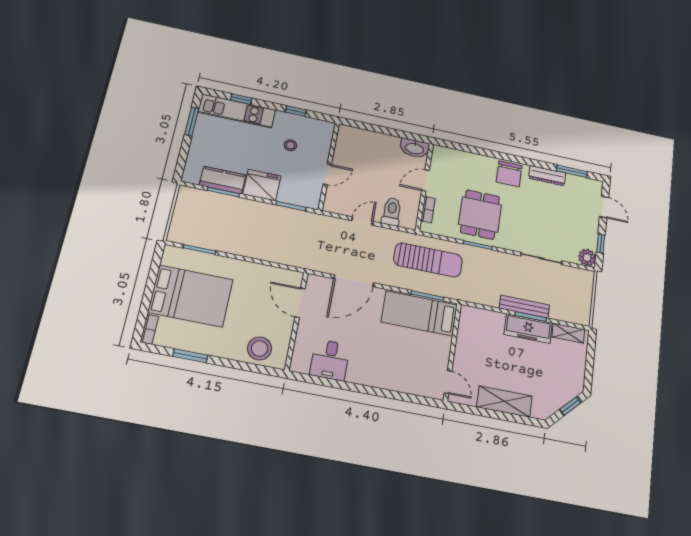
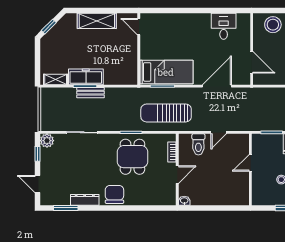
washbasin: (415, 148) -> (184, 201), width x0.52, depth x0.69
bench: (524, 307) -> (90, 93), width x0.73

